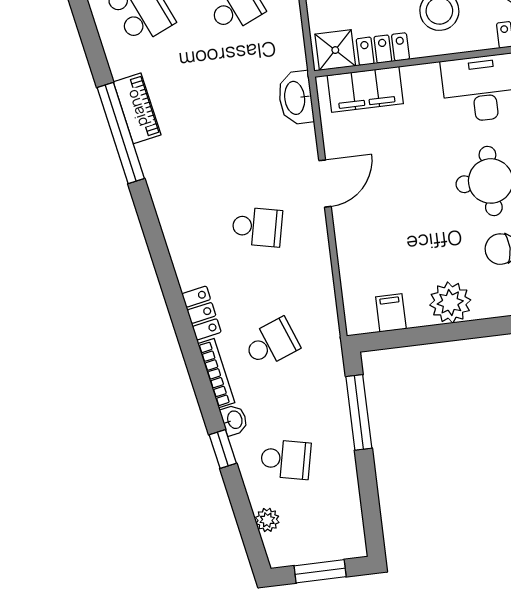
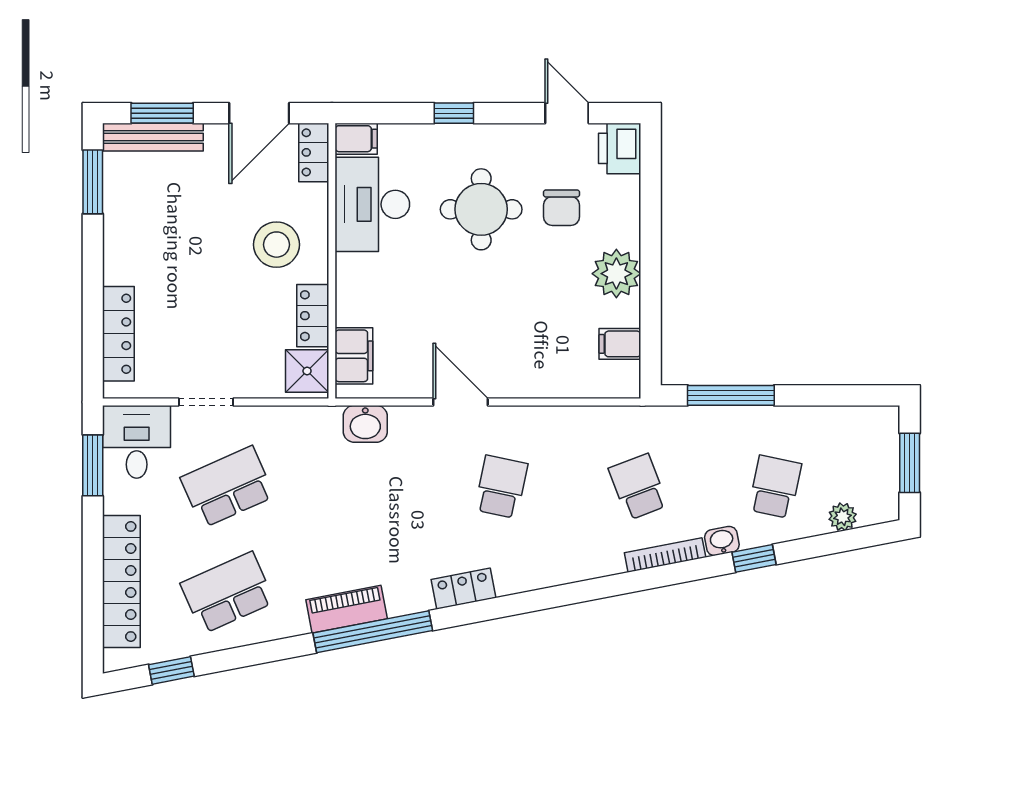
filing cabinet: (365, 89) -> (354, 356), width x0.67, depth x0.86
washbasin: (296, 98) -> (365, 424), width x0.72
locker: (201, 313) -> (464, 589), moved

